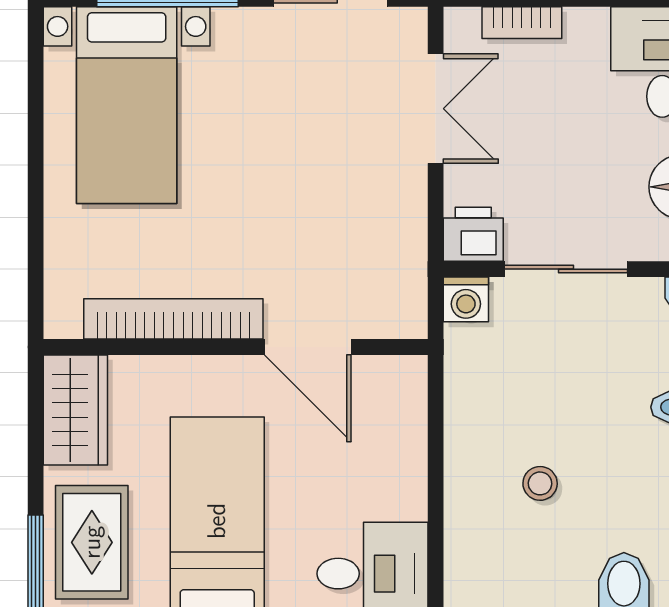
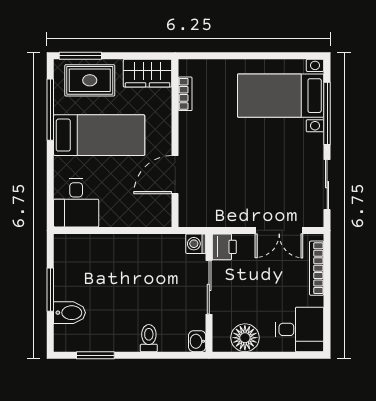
bookcase: (522, 23) -> (317, 268), width x1.56
bookcase: (173, 319) -> (185, 94), width x0.43, depth x0.76
stool: (540, 483) -> (115, 276), removed

